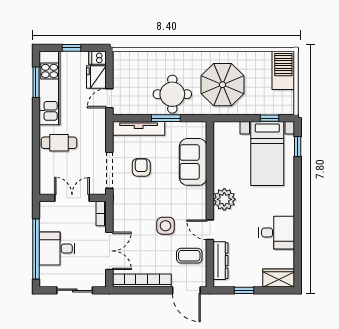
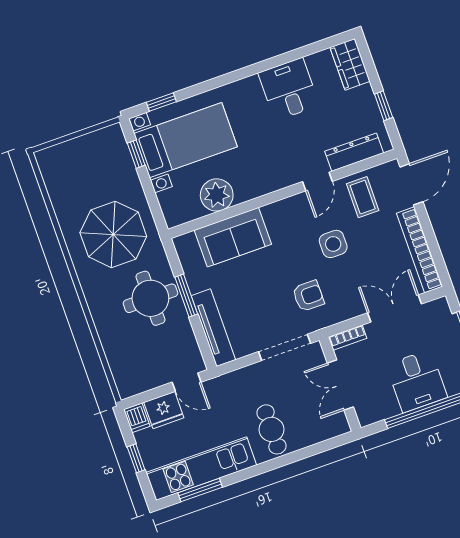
barbecue: (283, 70) -> (64, 158), removed
armchair: (141, 167) -> (308, 296), moved, turned 180
plant: (224, 199) -> (217, 195), moved

